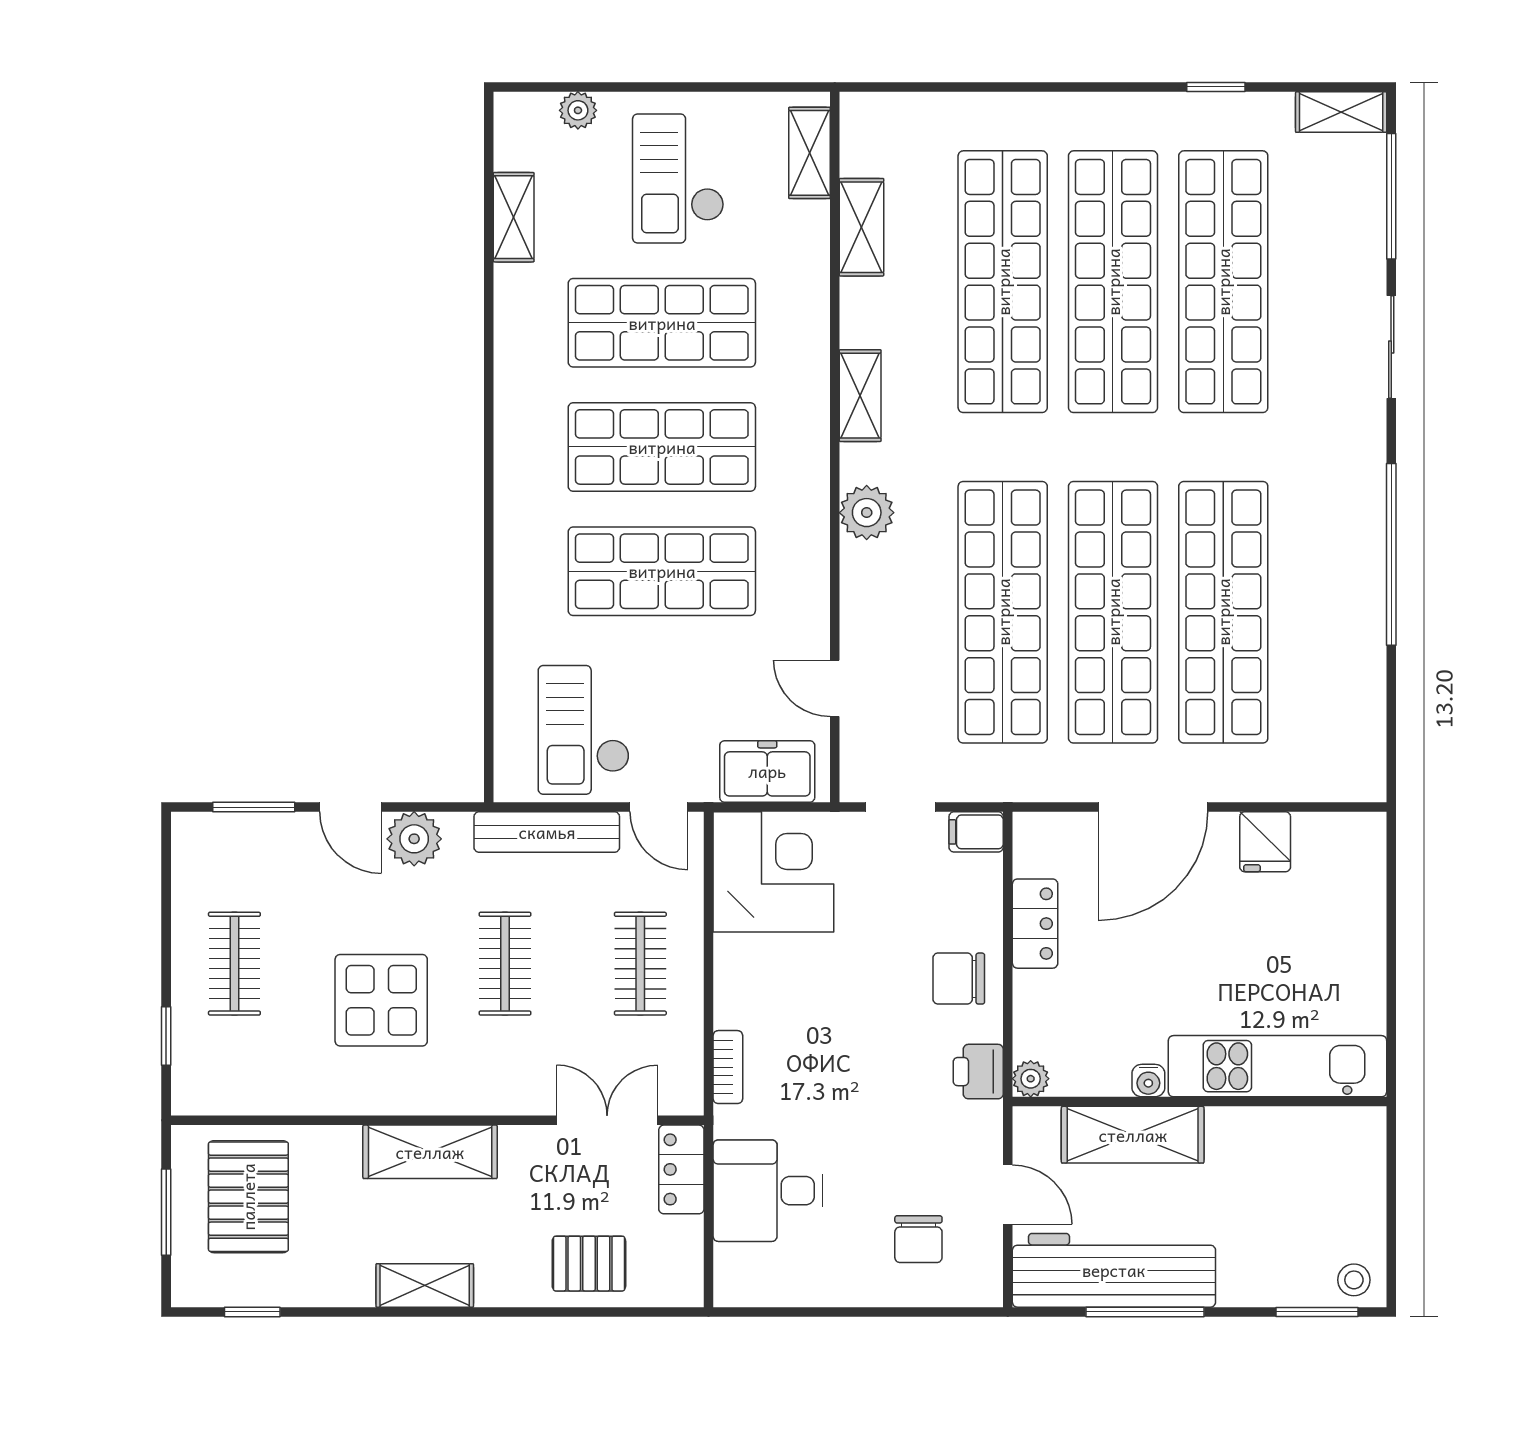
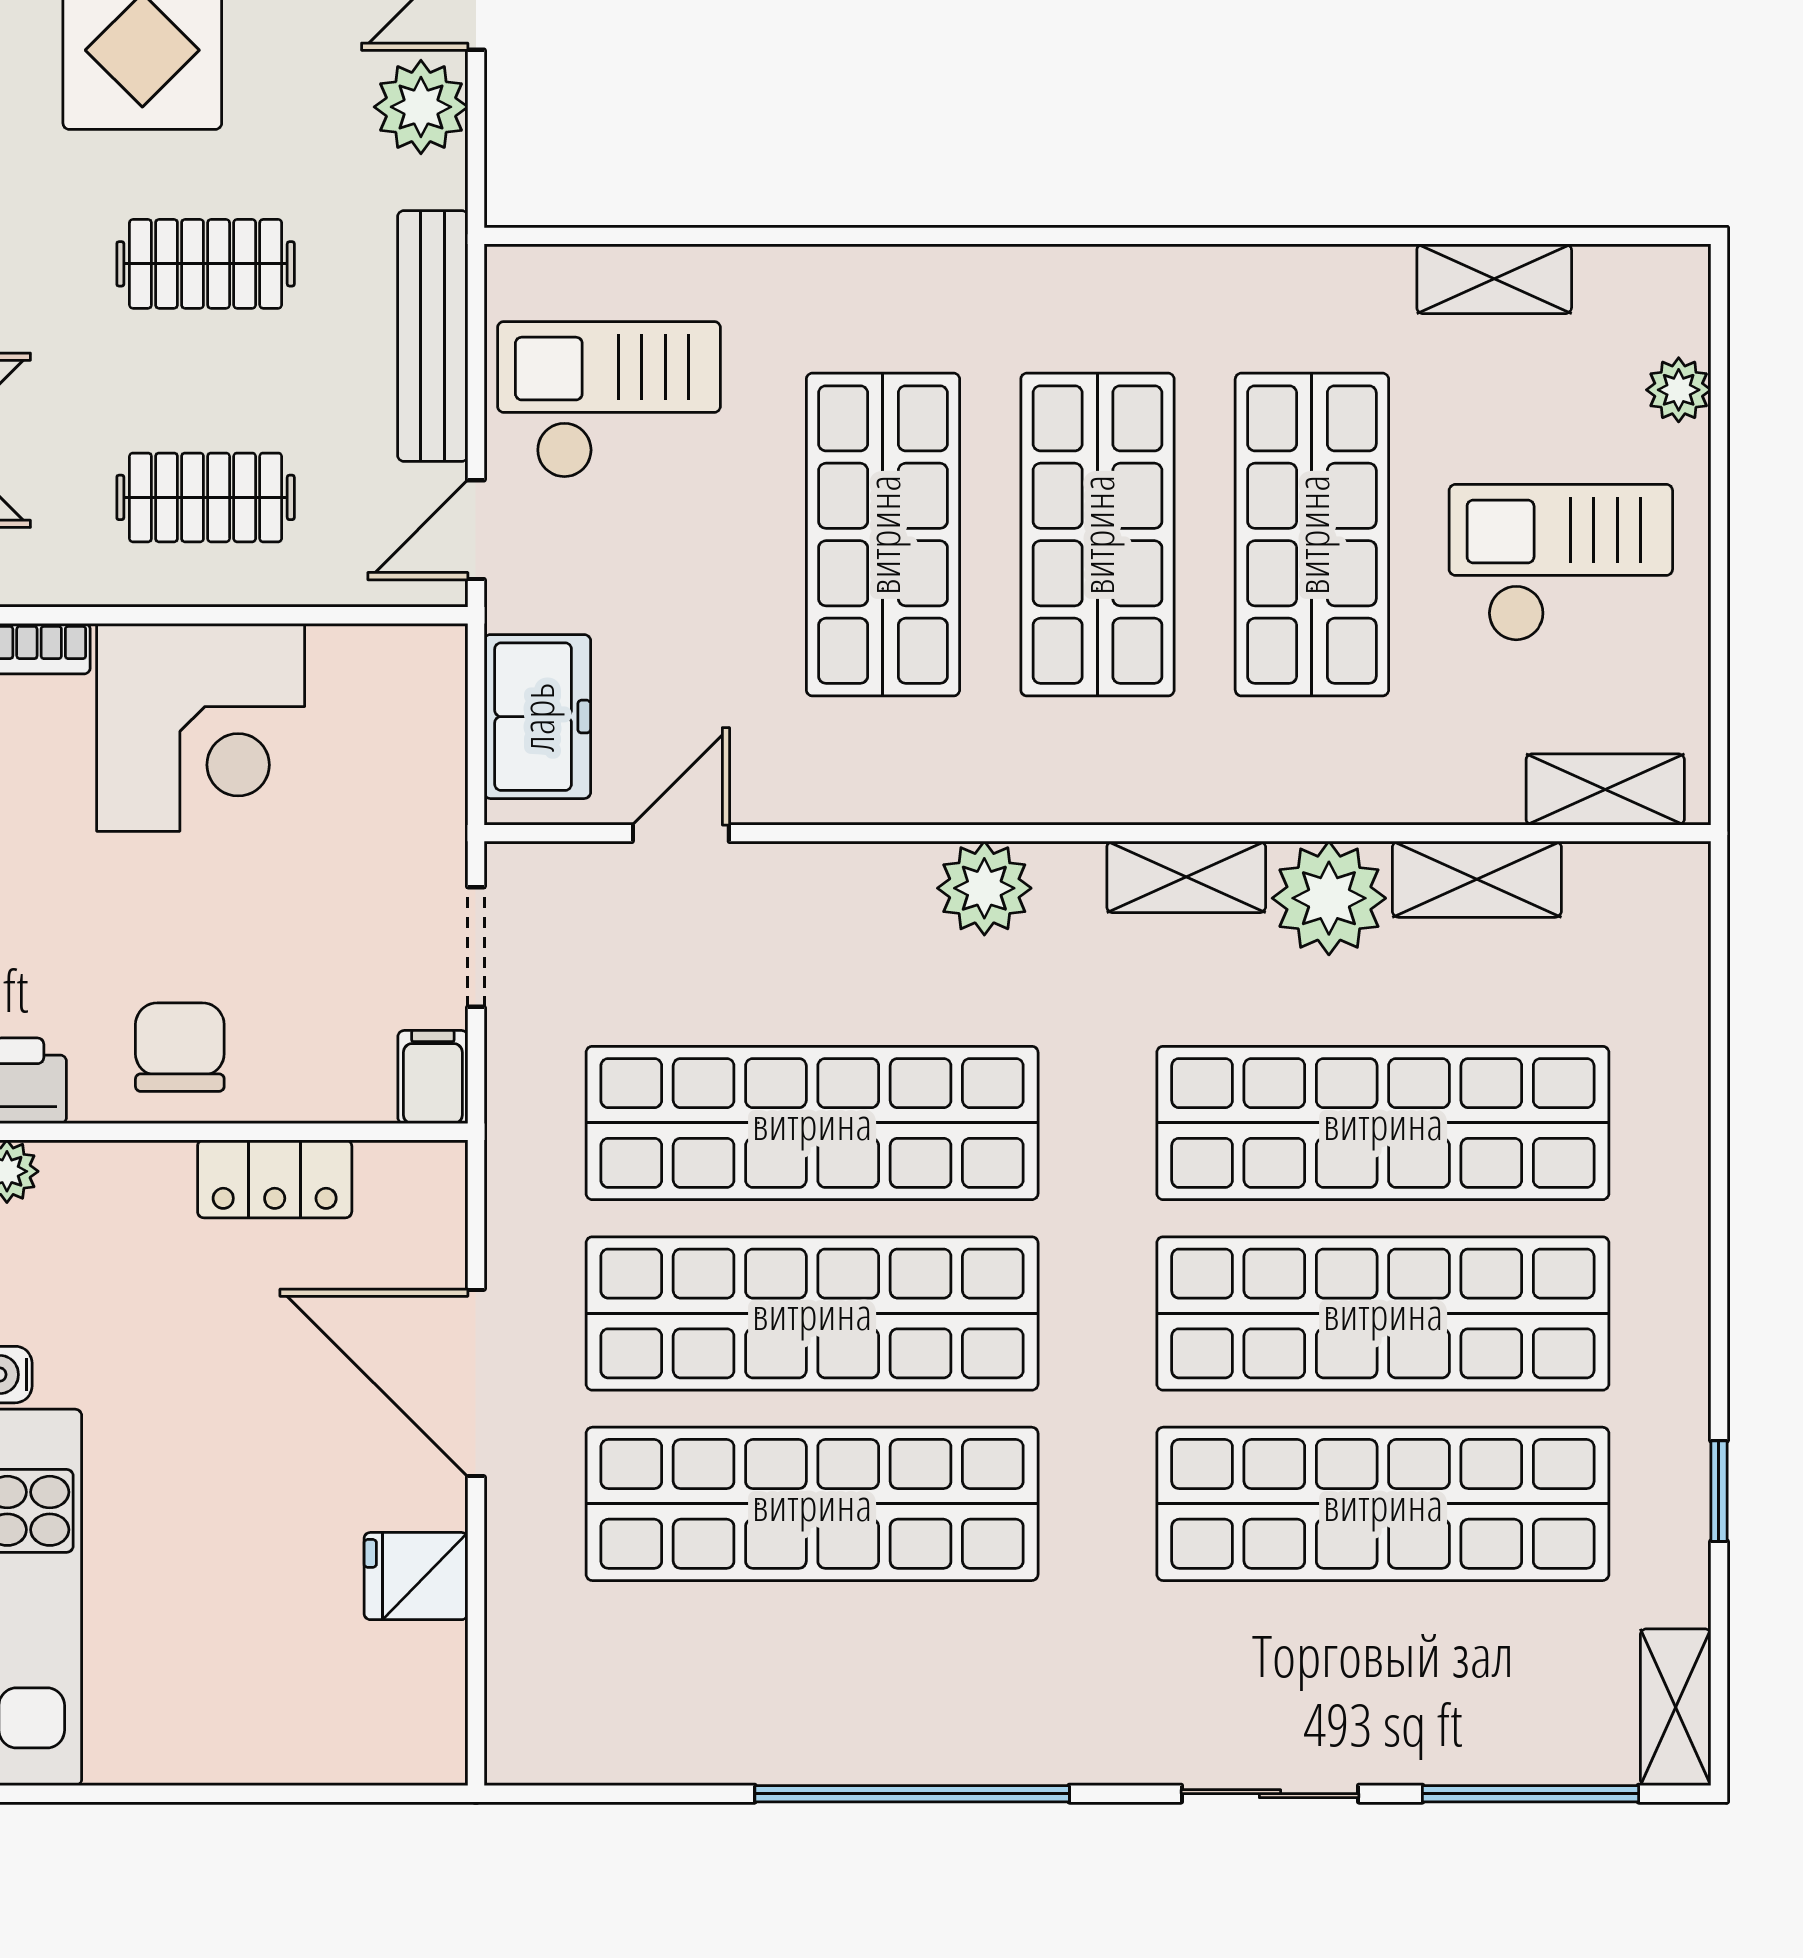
plant: (872, 313) -> (1329, 898), added
corner desk: (773, 872) -> (201, 727), moved

